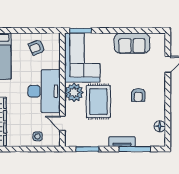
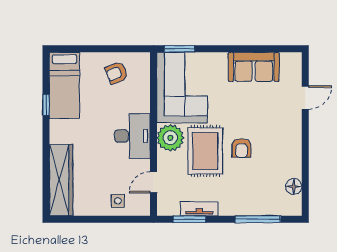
desk: (44, 91) -> (132, 136), width x0.73, depth x0.77
armchair: (138, 95) -> (241, 148), moved
door: (62, 123) -> (153, 182), hinge flipped
tv unit: (122, 142) -> (199, 209), moved

